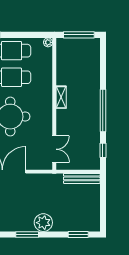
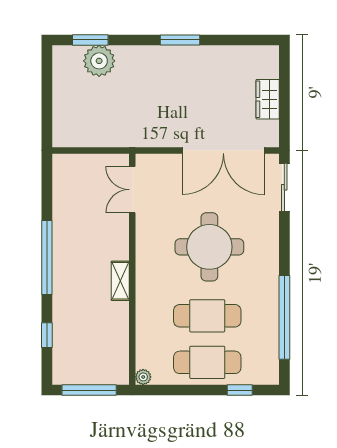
window: (103, 150) -> (47, 335), moved
bench: (82, 178) -> (84, 138), removed
plant: (43, 223) -> (99, 61), moved

